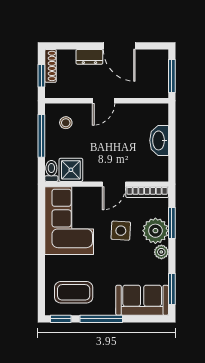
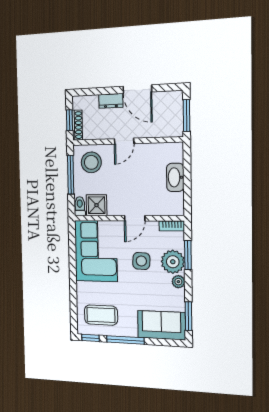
shoe rack: (51, 66) -> (77, 125), moved
stool: (66, 123) -> (91, 162), width x1.89, depth x1.89
bookcase: (147, 192) -> (172, 226), width x0.64

